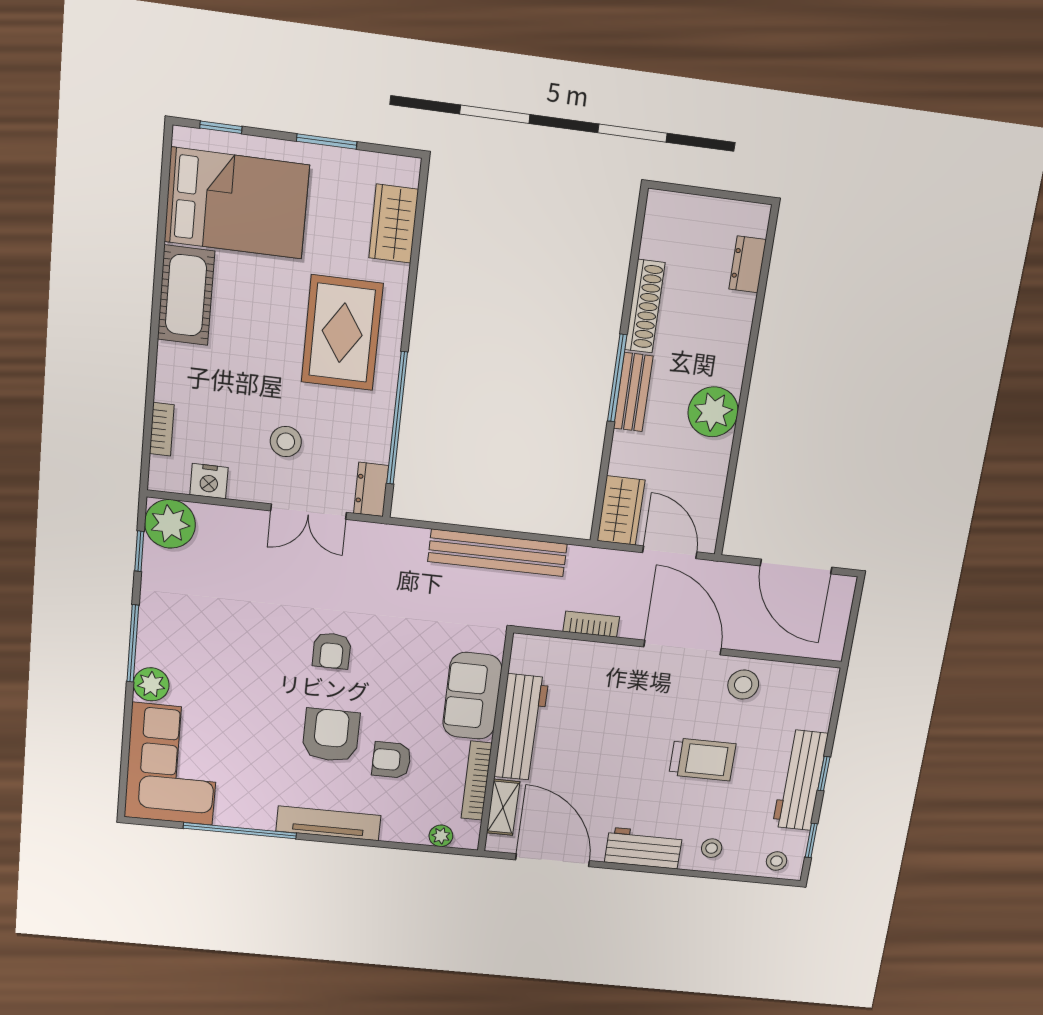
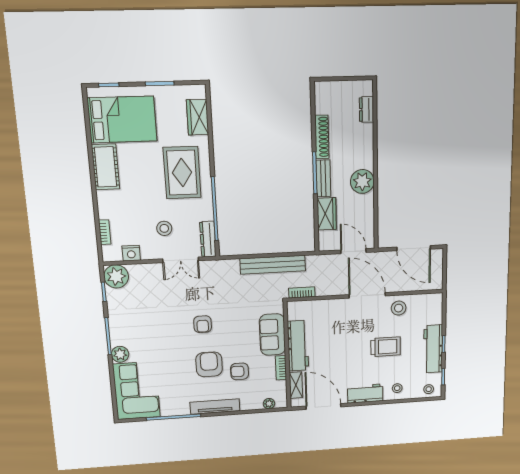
dresser: (371, 489) -> (208, 239), width x1.44
wardrobe: (621, 511) -> (327, 214), moved
bookcase: (591, 624) -> (302, 292), moved
bookcase: (476, 781) -> (281, 368), width x0.64

